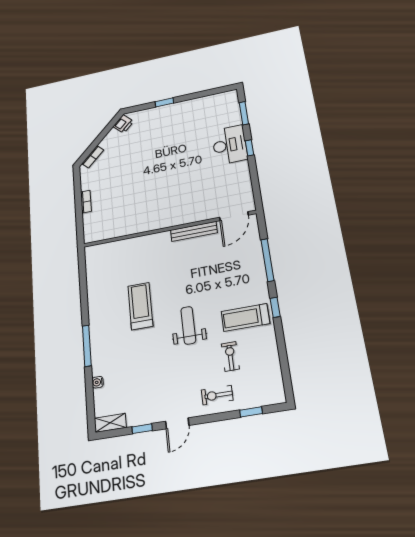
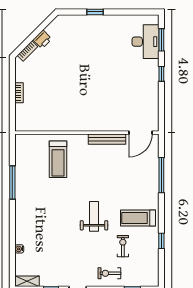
printer: (123, 124) -> (42, 39), moved
desk: (230, 145) -> (145, 42), moved
treadmill: (140, 306) -> (58, 159), moved, turned 180
window: (275, 307) -> (161, 241), moved
window: (87, 346) -> (12, 183), moved

